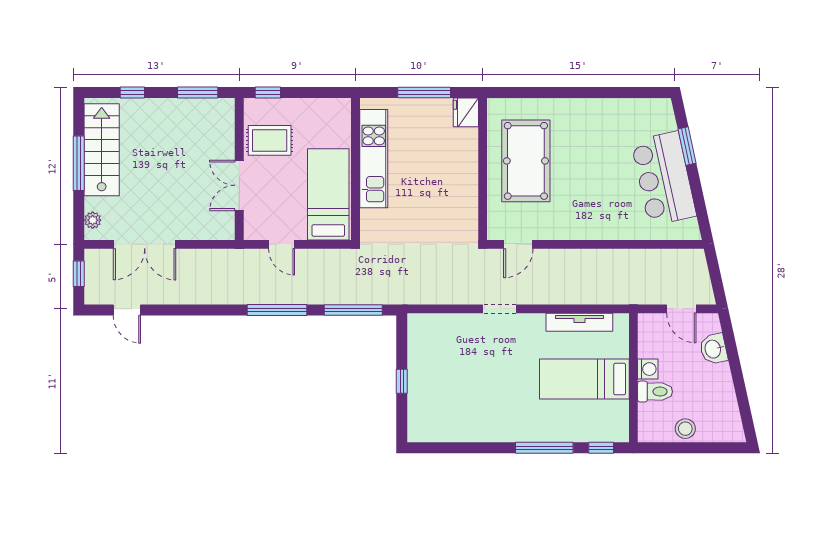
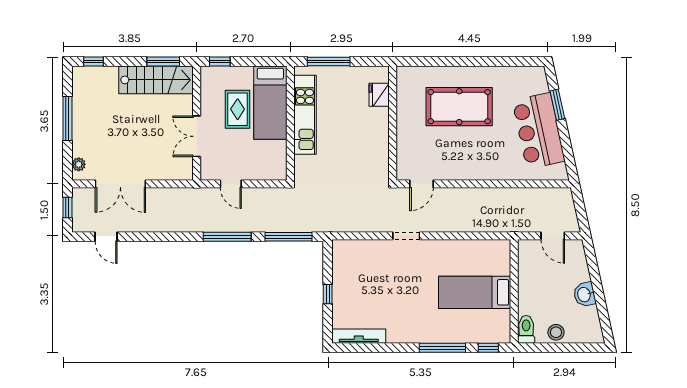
window: (132, 93) -> (94, 62), moved
window: (424, 93) -> (329, 62), moved
fridge: (466, 112) -> (379, 95), moved
rug: (270, 140) -> (238, 109), moved, turned 90
stairs: (102, 150) -> (156, 80), moved, turned 90
pool table: (526, 161) -> (459, 107), moved, turned 90
bed: (328, 194) -> (270, 103), moved, turned 180
tv unit: (579, 322) -> (359, 336), moved, turned 180
washbasin: (714, 349) -> (584, 294), moved
washing machine: (648, 369) -> (526, 284), removed
toilet: (655, 392) -> (526, 329), moved, turned -90

